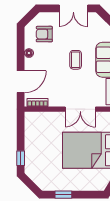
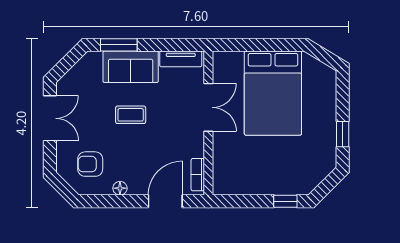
armchair: (44, 34) -> (90, 164), turned 90
door: (21, 82) -> (165, 201), hinge flipped

